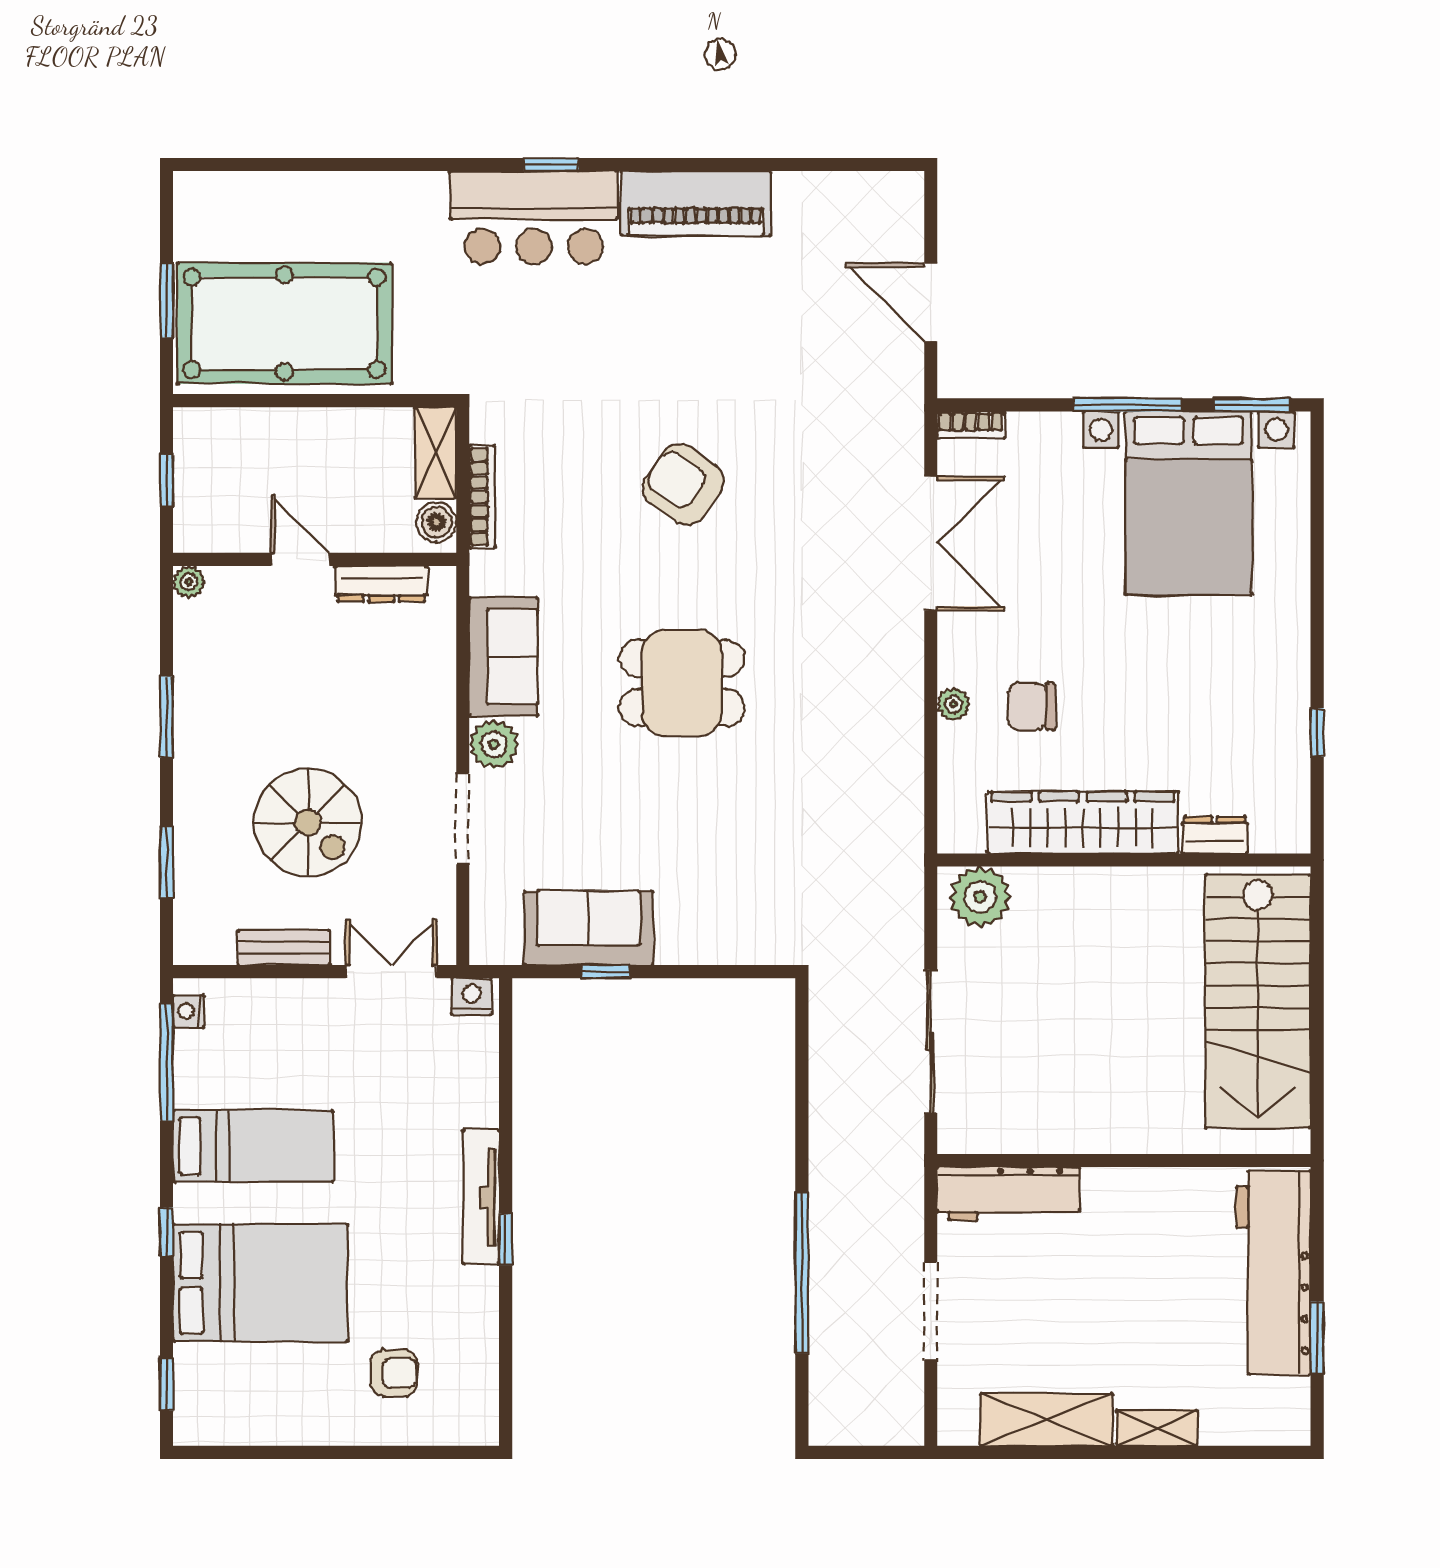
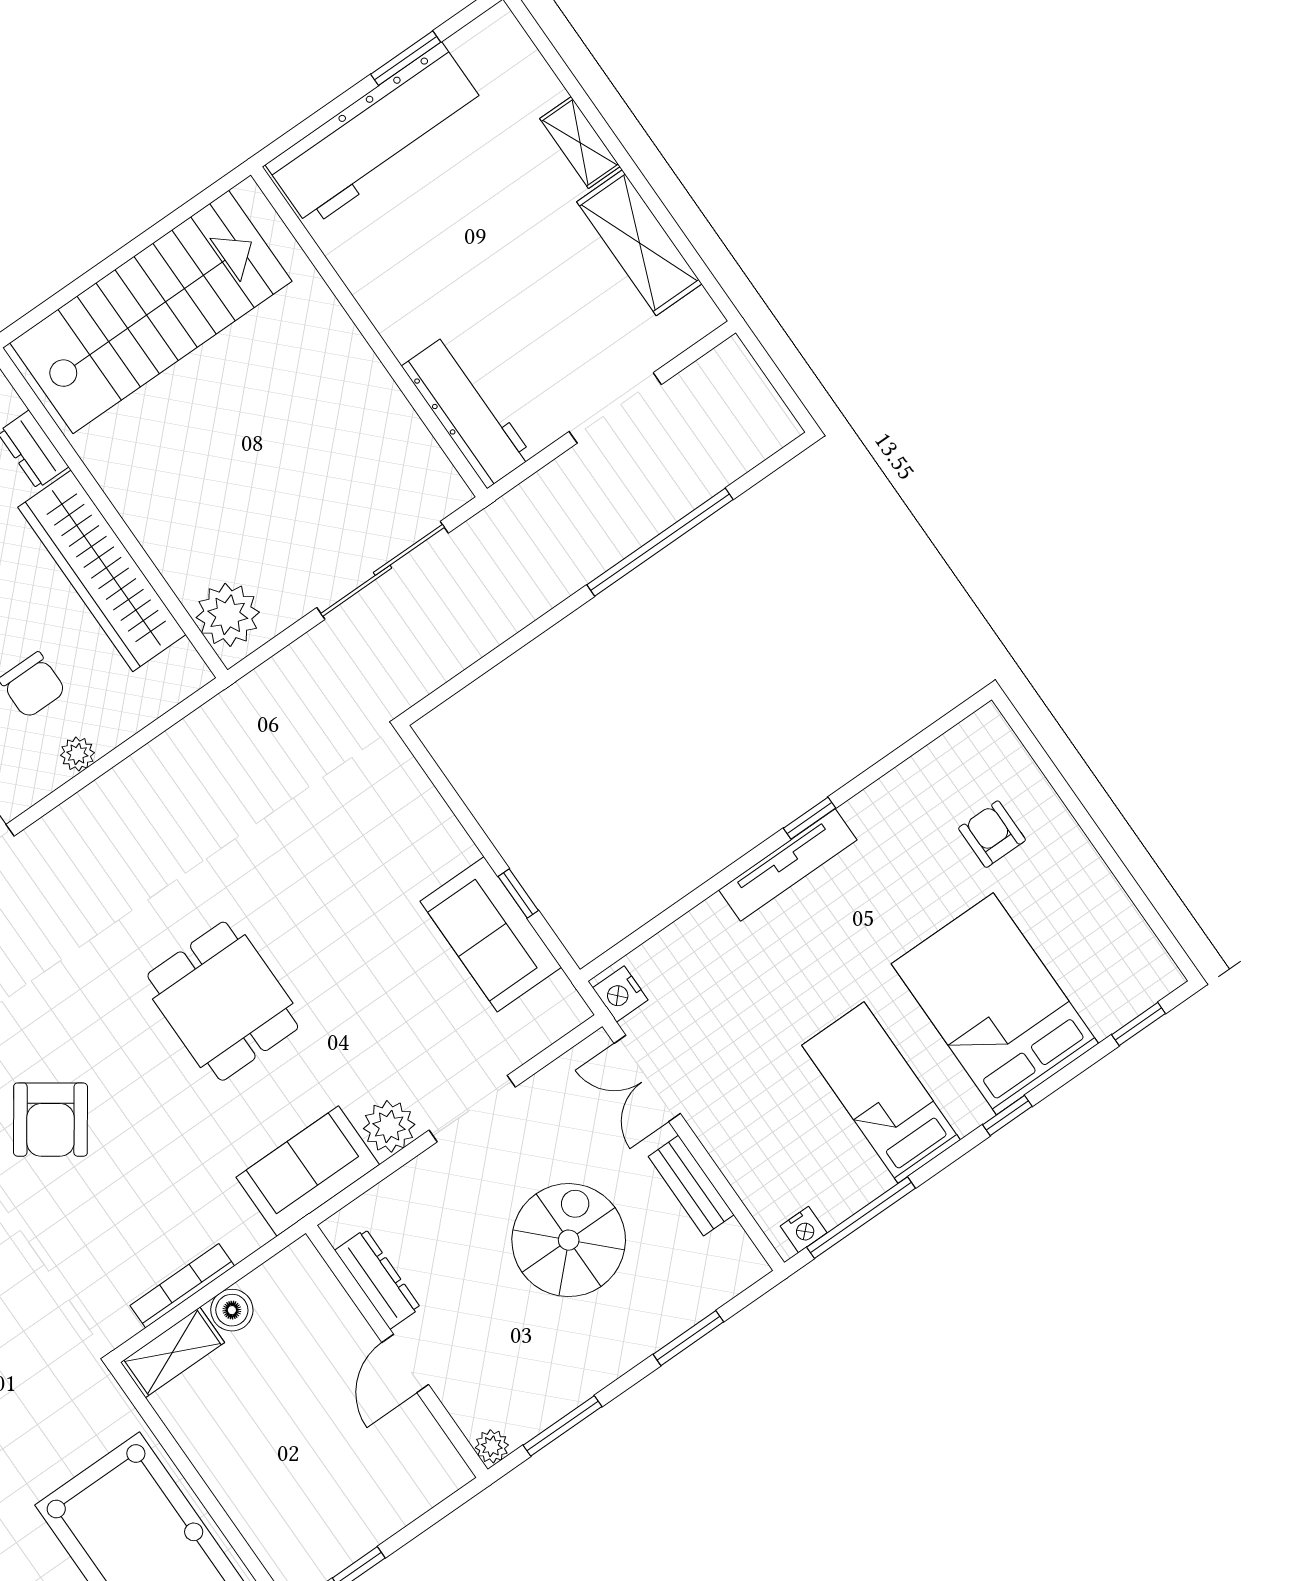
door: (300, 559) -> (405, 1364), moved
wall: (315, 559) -> (397, 1351), moved
plant: (189, 582) -> (492, 1446), moved
dresser: (381, 584) -> (378, 1279), moved

